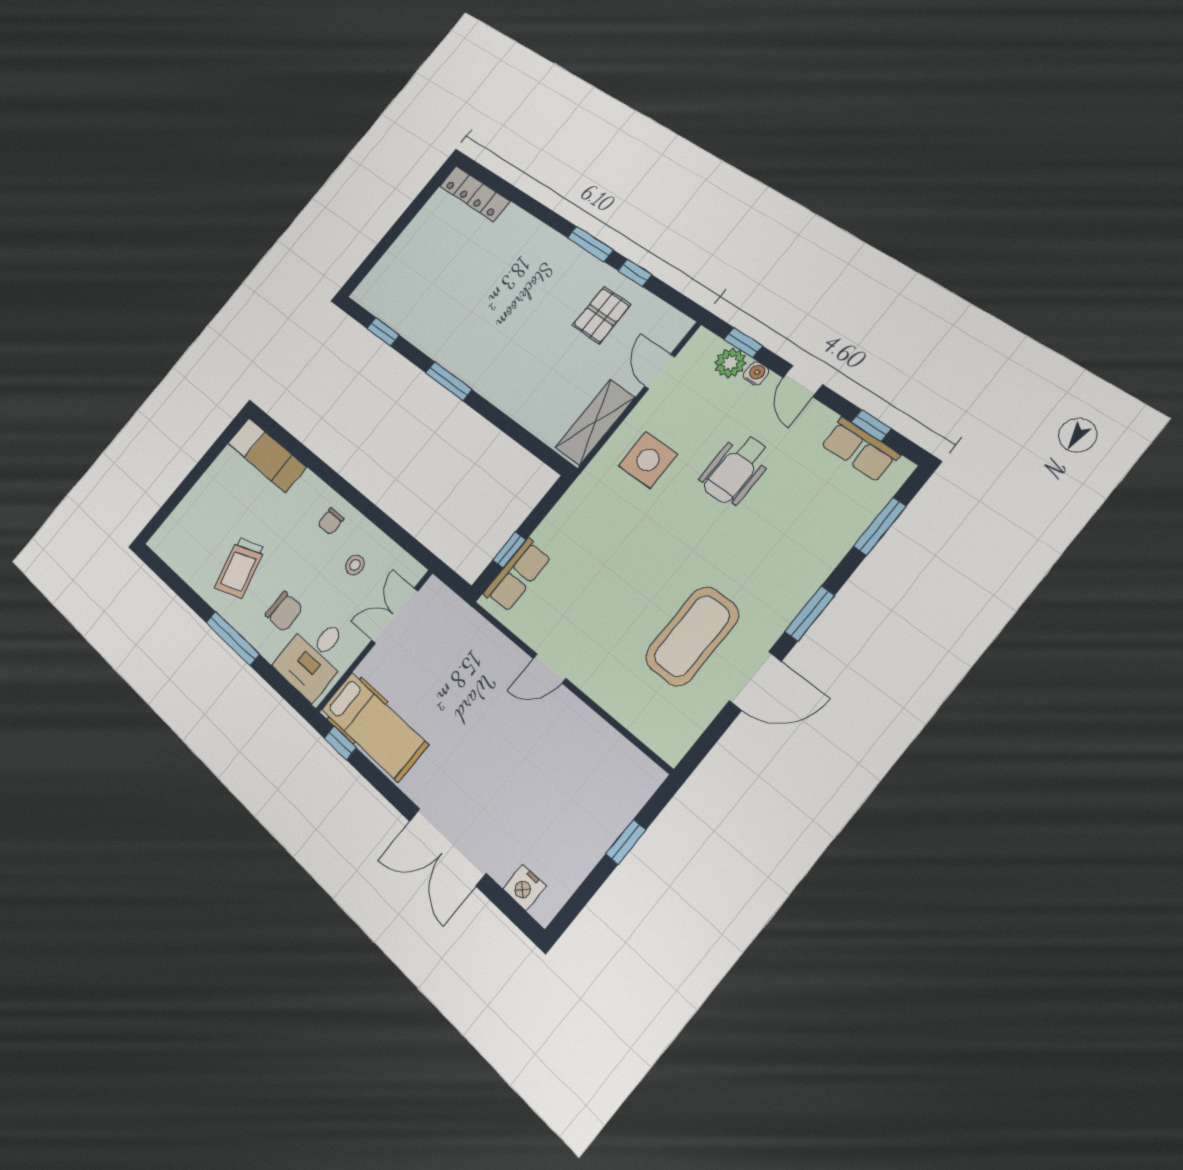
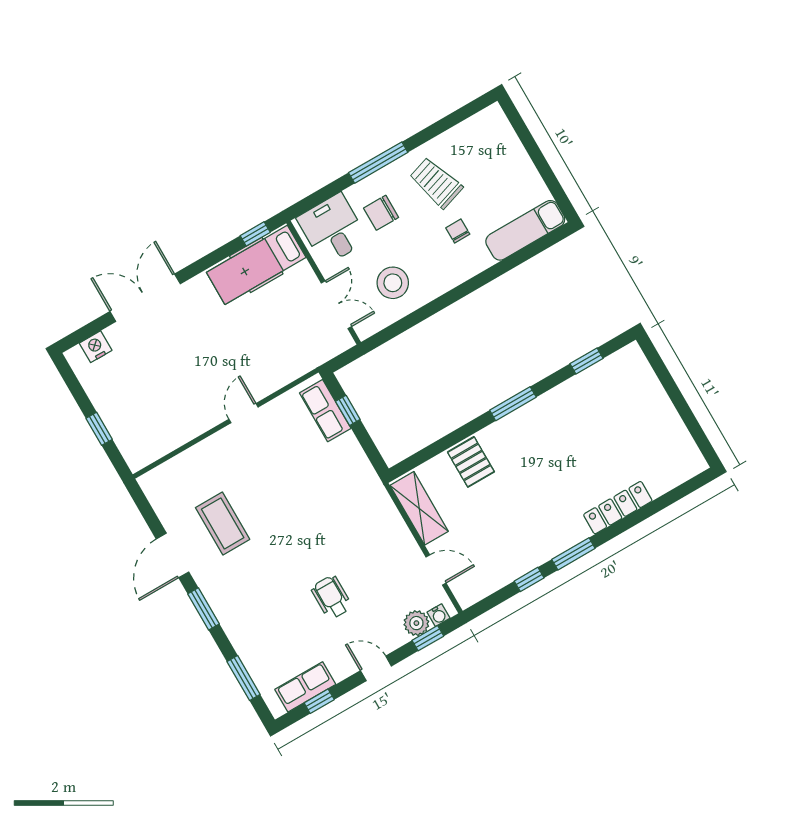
locker: (475, 193) -> (618, 508), moved
pallet: (602, 315) -> (471, 462), moved
water cooler: (756, 373) -> (438, 615), moved
side table: (648, 460) -> (369, 537), removed
wheelchair: (736, 469) -> (331, 597), width x0.73, depth x0.73
chair: (331, 521) -> (458, 231), moved
stool: (355, 565) -> (393, 283), width x1.89, depth x1.89
coffee table: (692, 636) -> (223, 523), width x0.73, depth x0.76

